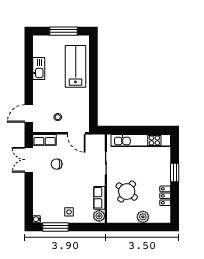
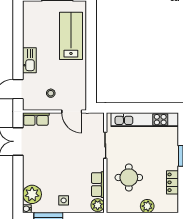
kitchen sink: (39, 69) -> (29, 60), moved
chair: (57, 164) -> (50, 146), removed
round table: (127, 192) -> (129, 177), turned -37
plant: (41, 206) -> (32, 194), added

